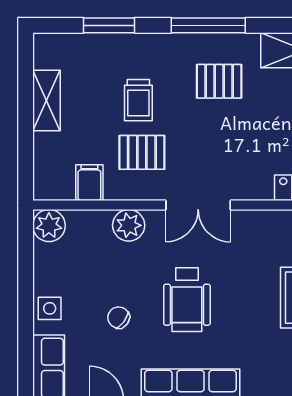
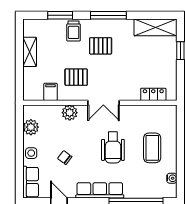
pallet: (219, 81) -> (101, 46), moved
trolley: (138, 100) -> (74, 31), moved
plant: (49, 226) -> (31, 127), moved
wheelchair: (187, 300) -> (113, 147), moved

